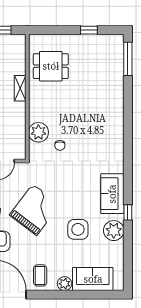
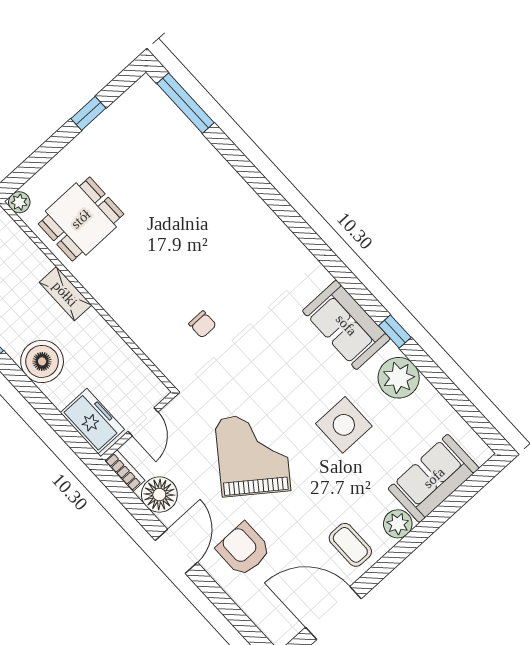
plant: (38, 132) -> (19, 202), moved, width x0.53, depth x0.53

